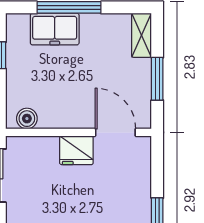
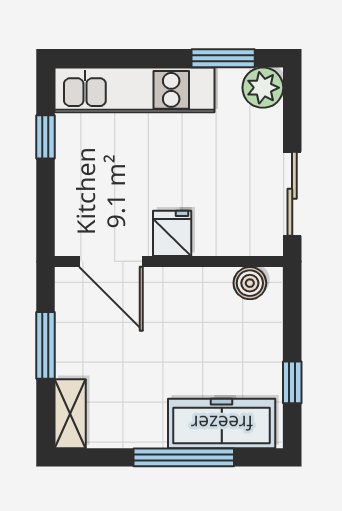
freezer: (55, 29) -> (222, 423), width x1.40
fridge: (76, 150) -> (172, 233), width x0.72

